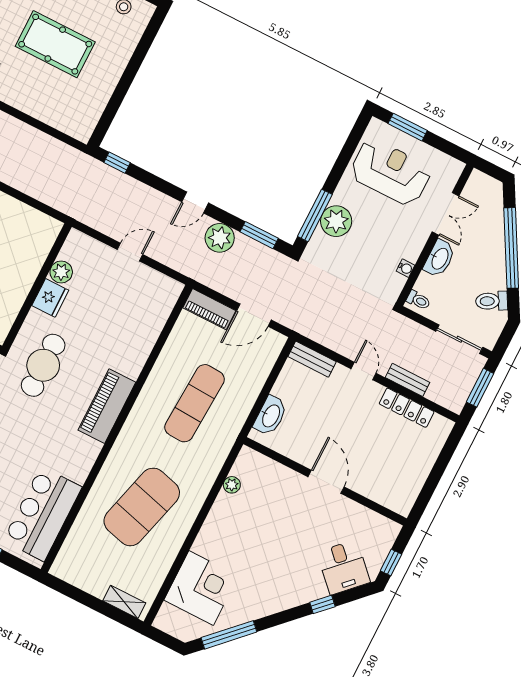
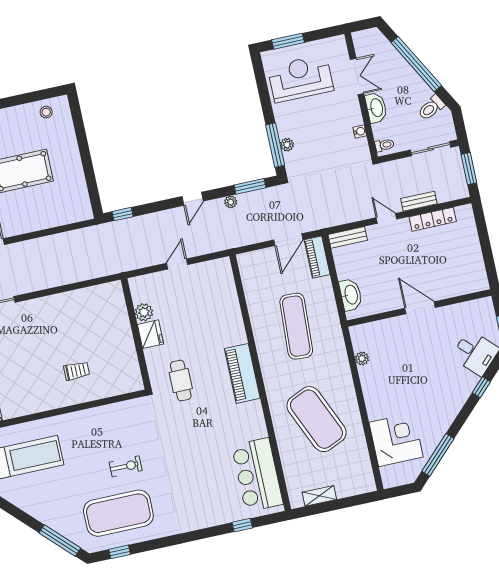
plant: (336, 221) -> (287, 145), width x0.53, depth x0.53
plant: (220, 238) -> (231, 202), width x0.53, depth x0.53
piano: (209, 309) -> (317, 257), moved, turned 90
cafe table: (43, 365) -> (181, 381), width x0.73, depth x0.74
exercise mat: (142, 507) -> (316, 419), turned -39
shelving: (124, 602) -> (319, 496), moved

